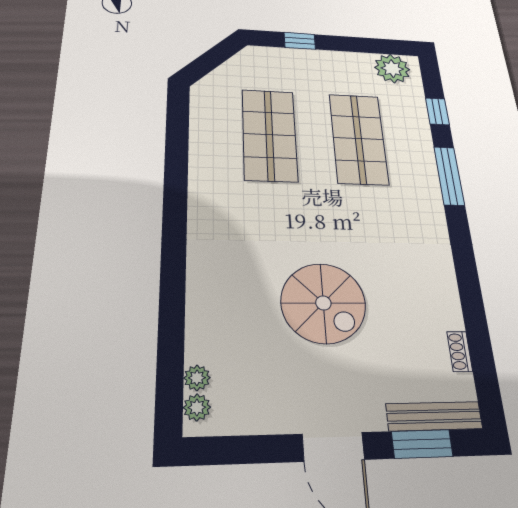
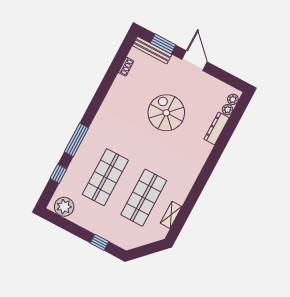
shelving: (201, 128) -> (171, 215), added
dresser: (200, 325) -> (217, 128), added

